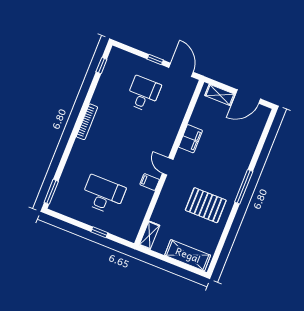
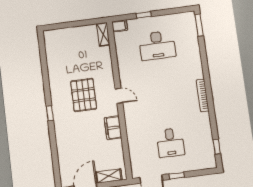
filing cabinet: (150, 182) -> (120, 26), moved
window: (244, 187) -> (50, 113), width x0.46
pallet: (206, 205) -> (84, 95), moved, turned 90
shelving: (188, 255) -> (65, 35), removed

